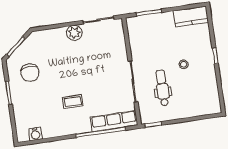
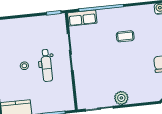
dental chair: (162, 88) -> (47, 65), moved
row of seats: (114, 121) -> (82, 18), width x0.68

